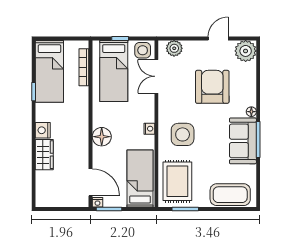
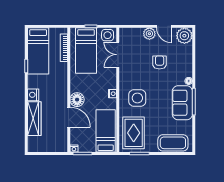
door: (218, 38) -> (164, 26), swing flipped
plant: (174, 48) -> (149, 34), moved
armchair: (212, 87) -> (160, 62), width x0.53, depth x0.53
wardrobe: (44, 155) -> (34, 119), width x1.50
door: (91, 182) -> (69, 117), moved

